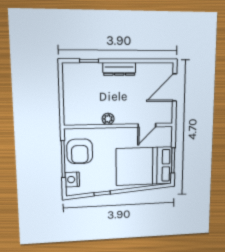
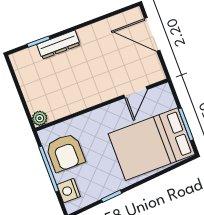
dresser: (119, 69) -> (58, 45), moved
door: (175, 87) -> (152, 34), hinge flipped
plant: (108, 119) -> (40, 118), moved

